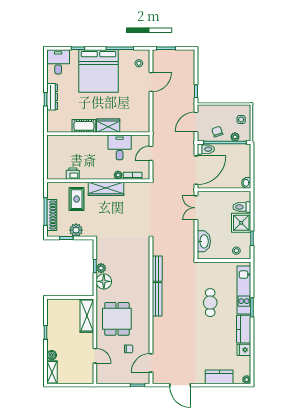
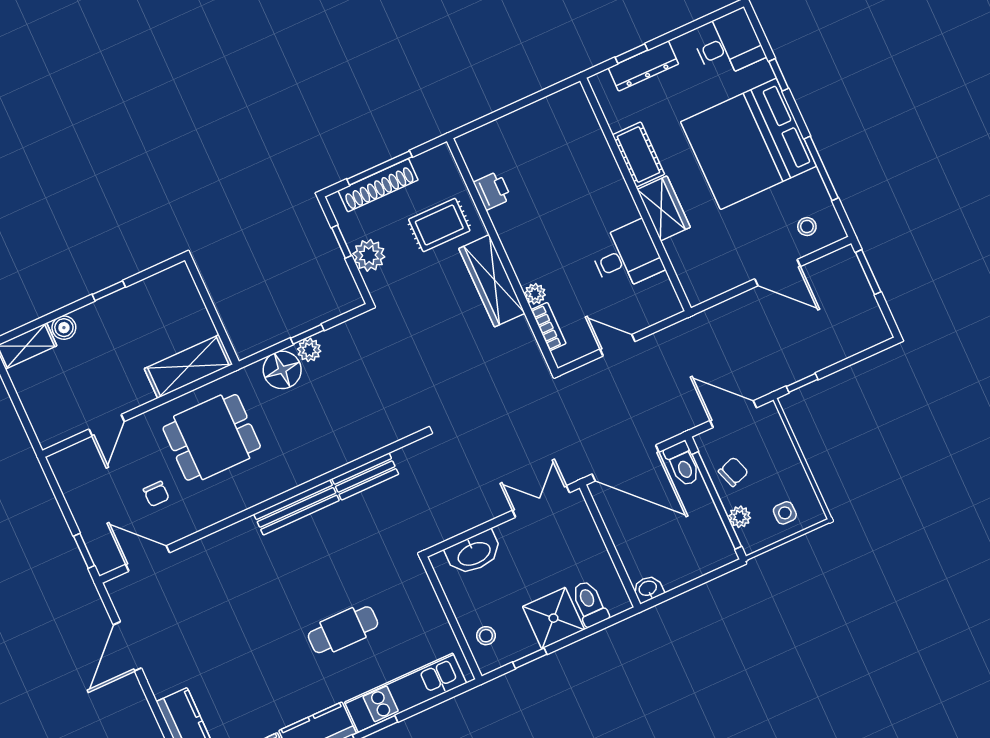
cot: (84, 126) -> (638, 155), moved
wardrobe: (108, 126) -> (664, 208), moved
wall: (98, 134) -> (636, 194), moved
desk: (120, 147) -> (626, 256), moved

